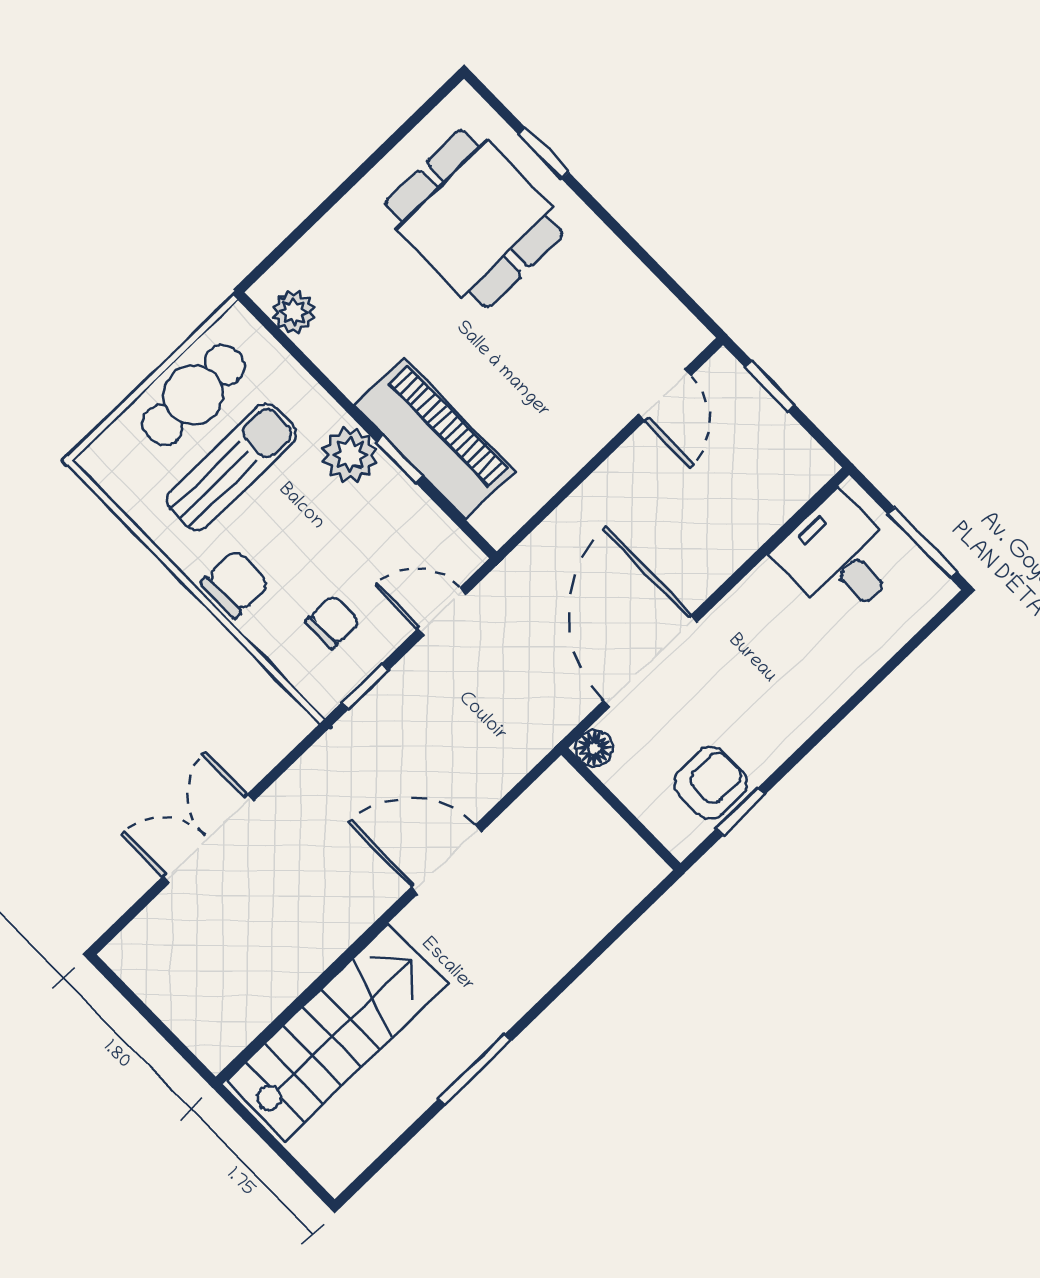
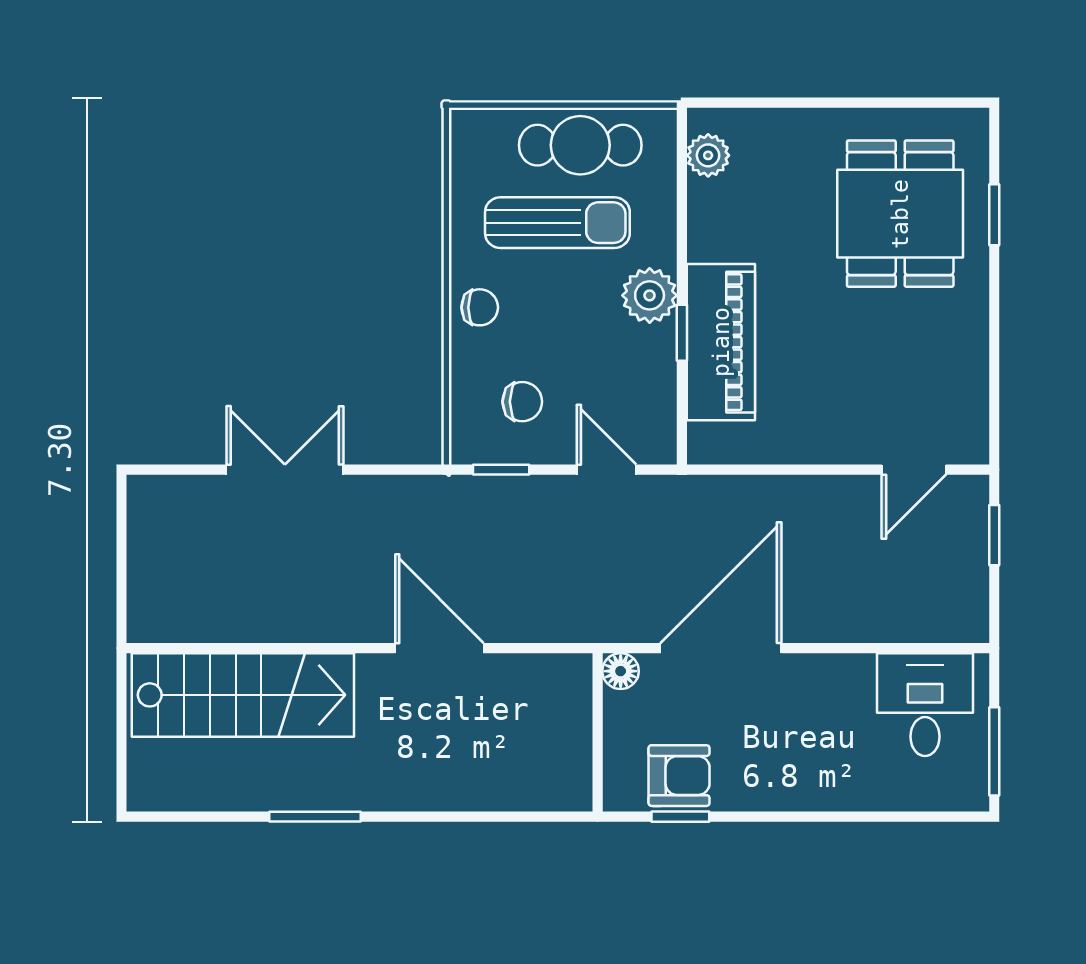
chair: (235, 584) -> (480, 307), width x0.73, depth x0.73

